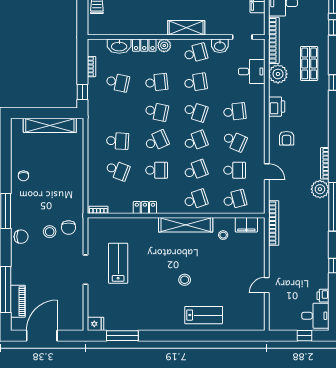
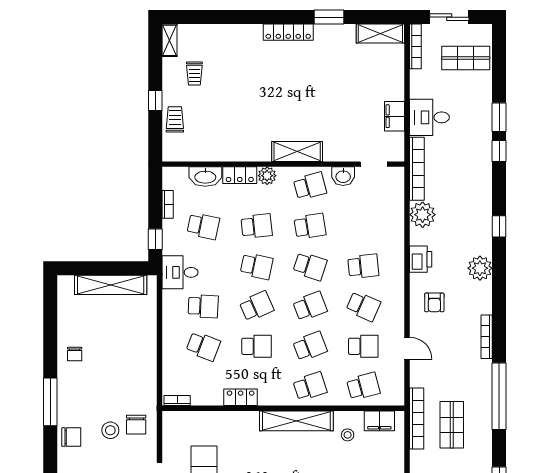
shop shelf: (309, 63) -> (452, 425), moved
desk: (252, 72) -> (180, 272), moved, turned 180
plant: (320, 189) -> (480, 268), moved

